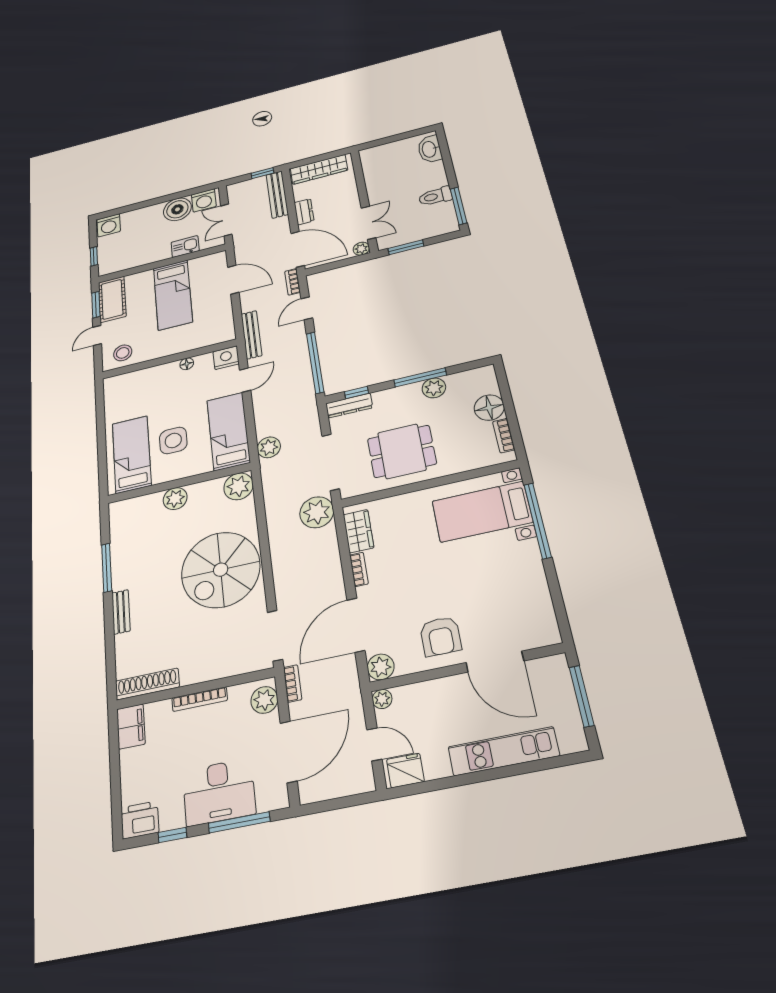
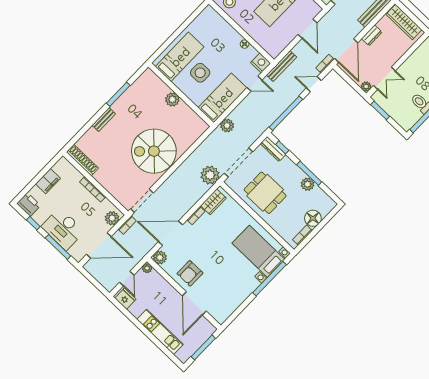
plant: (238, 486) -> (198, 126), removed
filing cabinet: (131, 726) -> (48, 181), moved

